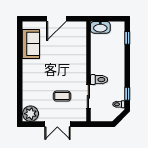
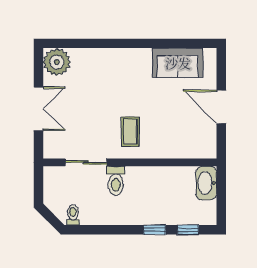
window: (127, 94) -> (155, 230), moved
coffee table: (62, 96) -> (130, 132), moved
double door: (57, 124) -> (39, 109), swing flipped

